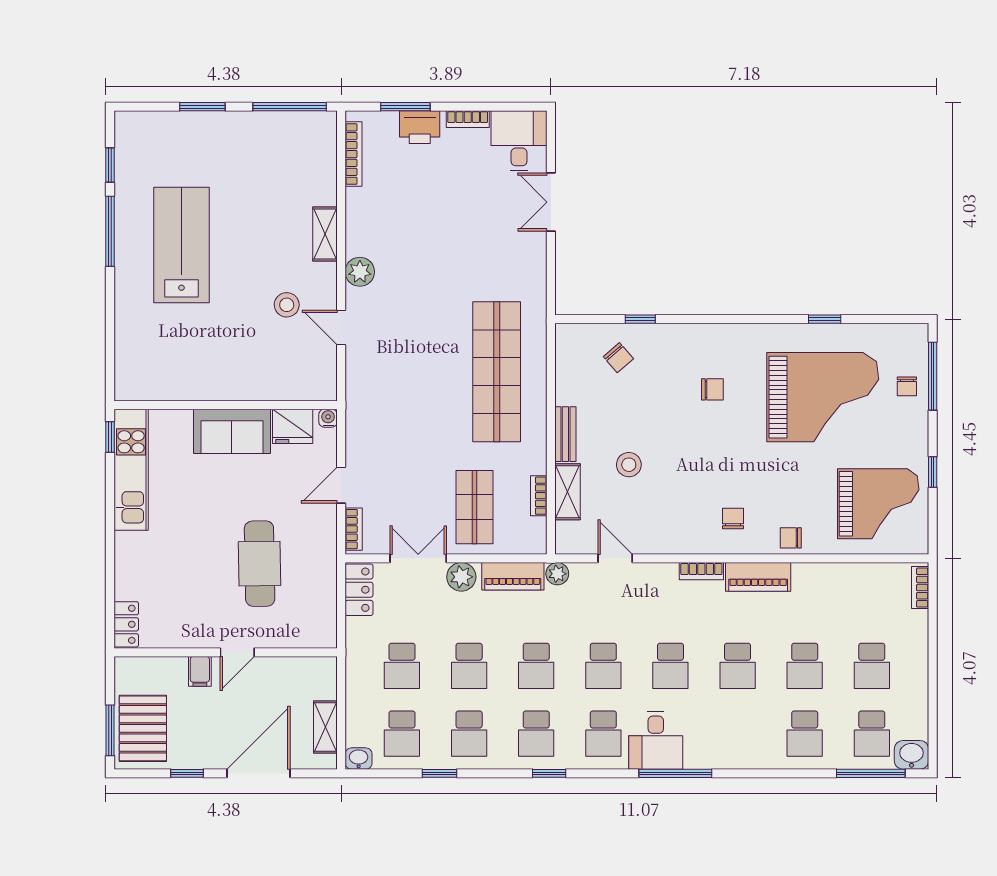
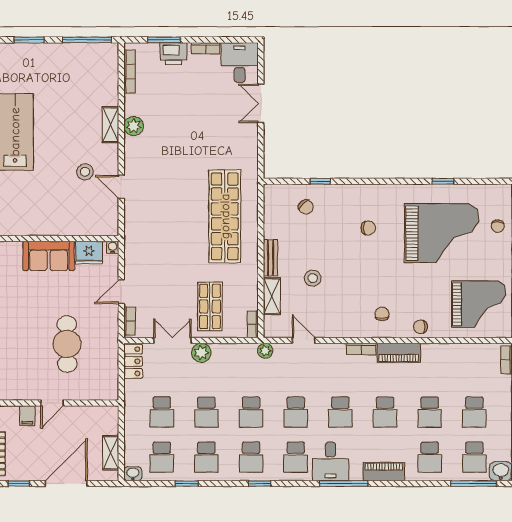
plant: (360, 272) -> (134, 126), moved
bookcase: (539, 496) -> (253, 324), moved
piano: (513, 576) -> (384, 472), moved, turned 180

